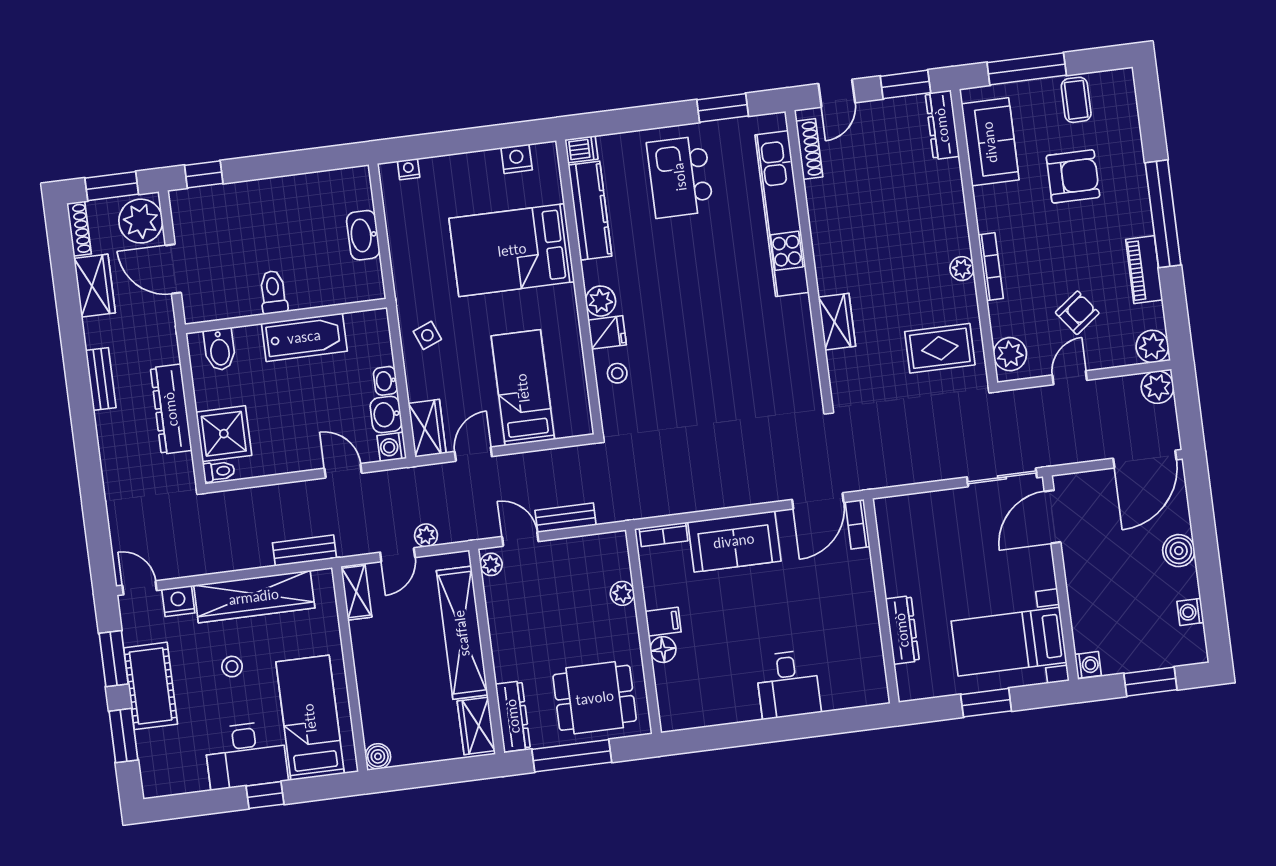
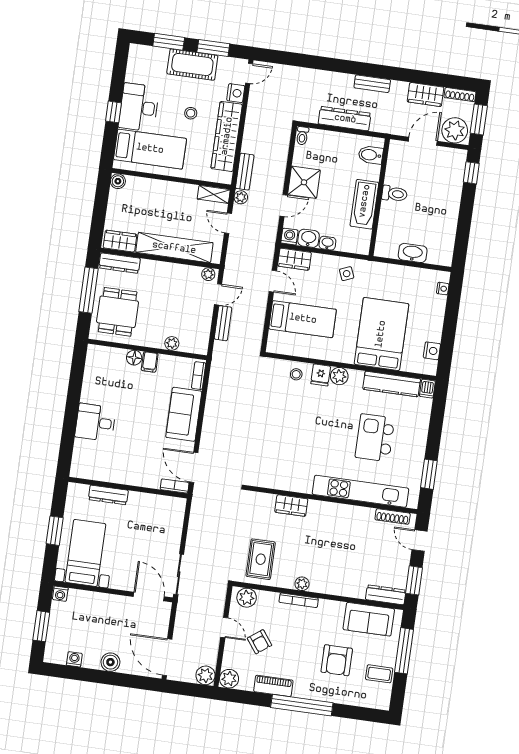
kitchen island: (680, 177) -> (375, 438), moved, turned -90
shower: (224, 434) -> (304, 182), moved
plant: (426, 535) -> (241, 197), moved

